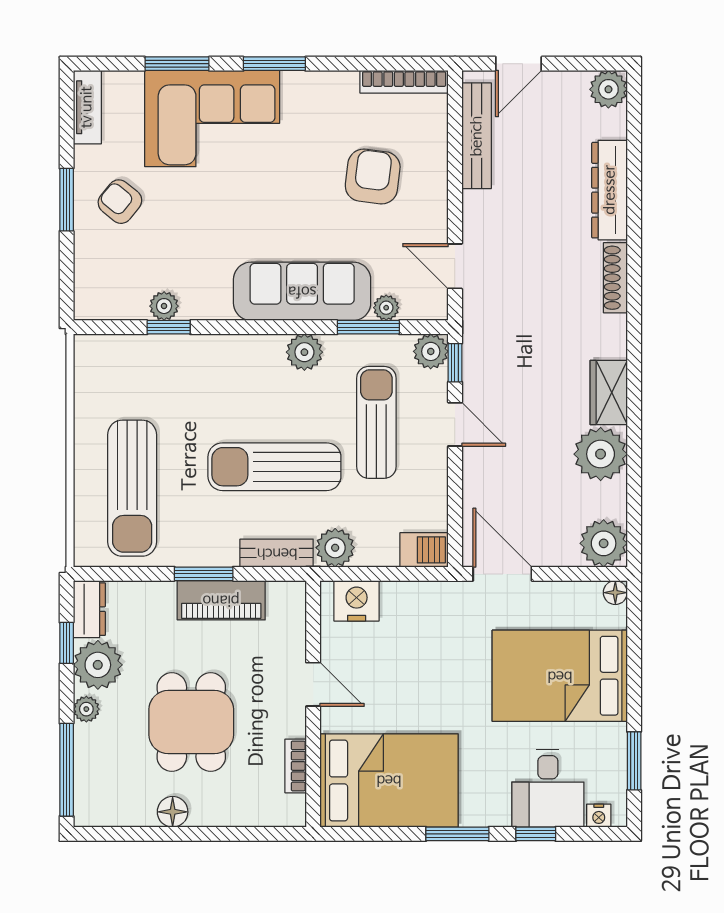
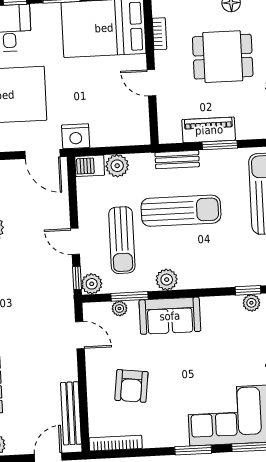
sofa: (302, 291) -> (170, 316), width x0.73
plant: (335, 548) -> (117, 166), moved
nightstand: (357, 601) -> (76, 136), moved
dining table: (191, 722) -> (223, 57), turned 90

